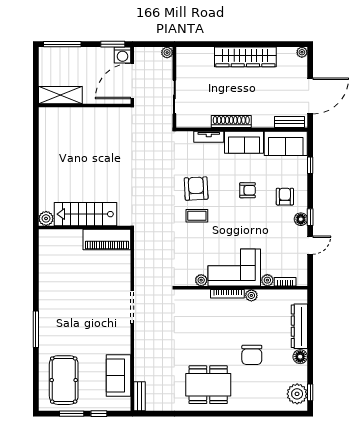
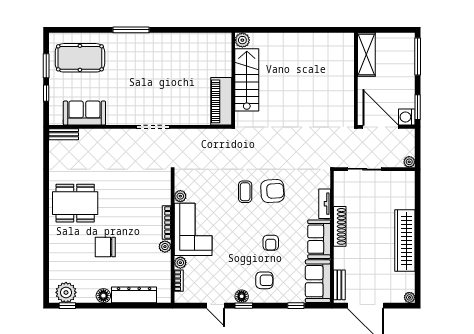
dining table: (208, 385) -> (75, 203), turned 90

